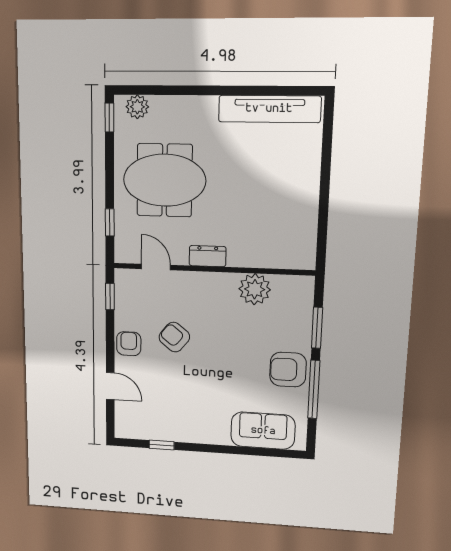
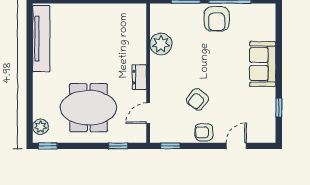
meeting table: (165, 180) -> (89, 108), turned 90
sofa: (263, 431) -> (263, 64), moved

